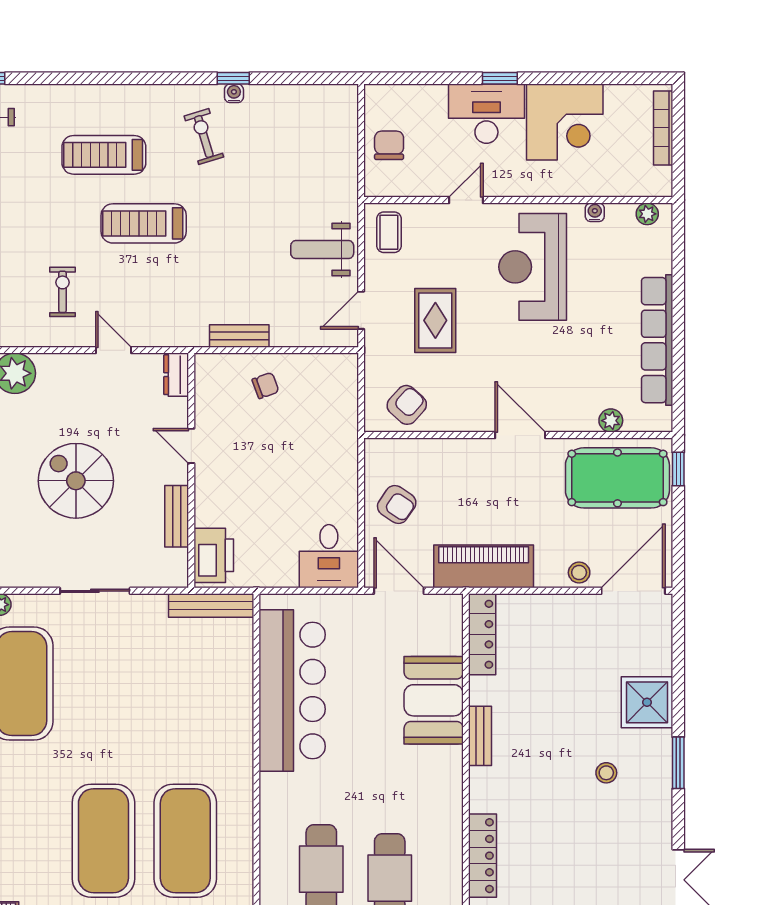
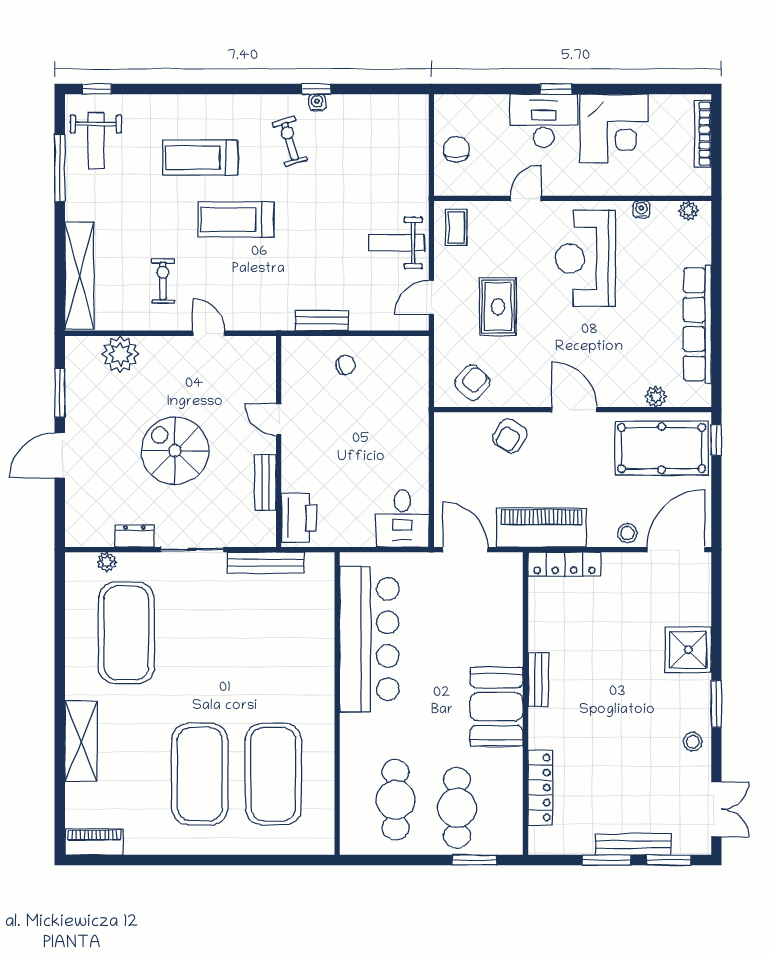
dresser: (176, 375) -> (134, 536), moved, turned 90
armchair: (397, 505) -> (510, 436), moved, turned 88
bench: (211, 606) -> (266, 563), moved
locker: (482, 634) -> (565, 564), moved, turned 90
booth: (434, 700) -> (496, 707), moved
stool: (606, 773) -> (693, 742), moved

